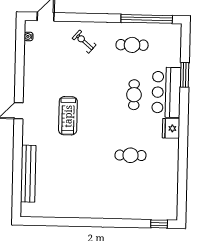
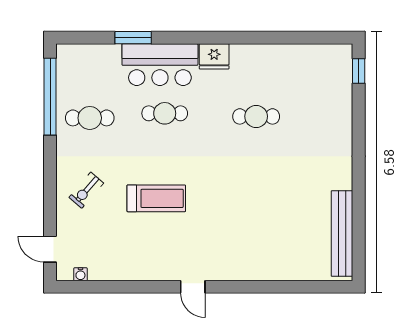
cafe table: (132, 45) -> (90, 118), turned 90
treadmill: (68, 116) -> (156, 198), moved
cafe table: (131, 155) -> (256, 116), turned 90
bench: (28, 174) -> (342, 234), moved, turned 90

